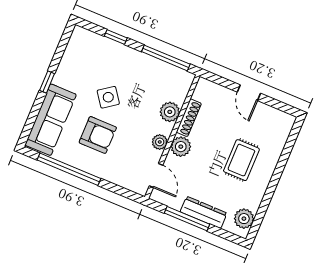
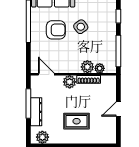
armchair: (98, 135) -> (56, 30), turned -90
plant: (160, 142) -> (100, 68), moved
door: (156, 175) -> (46, 74), swing flipped

